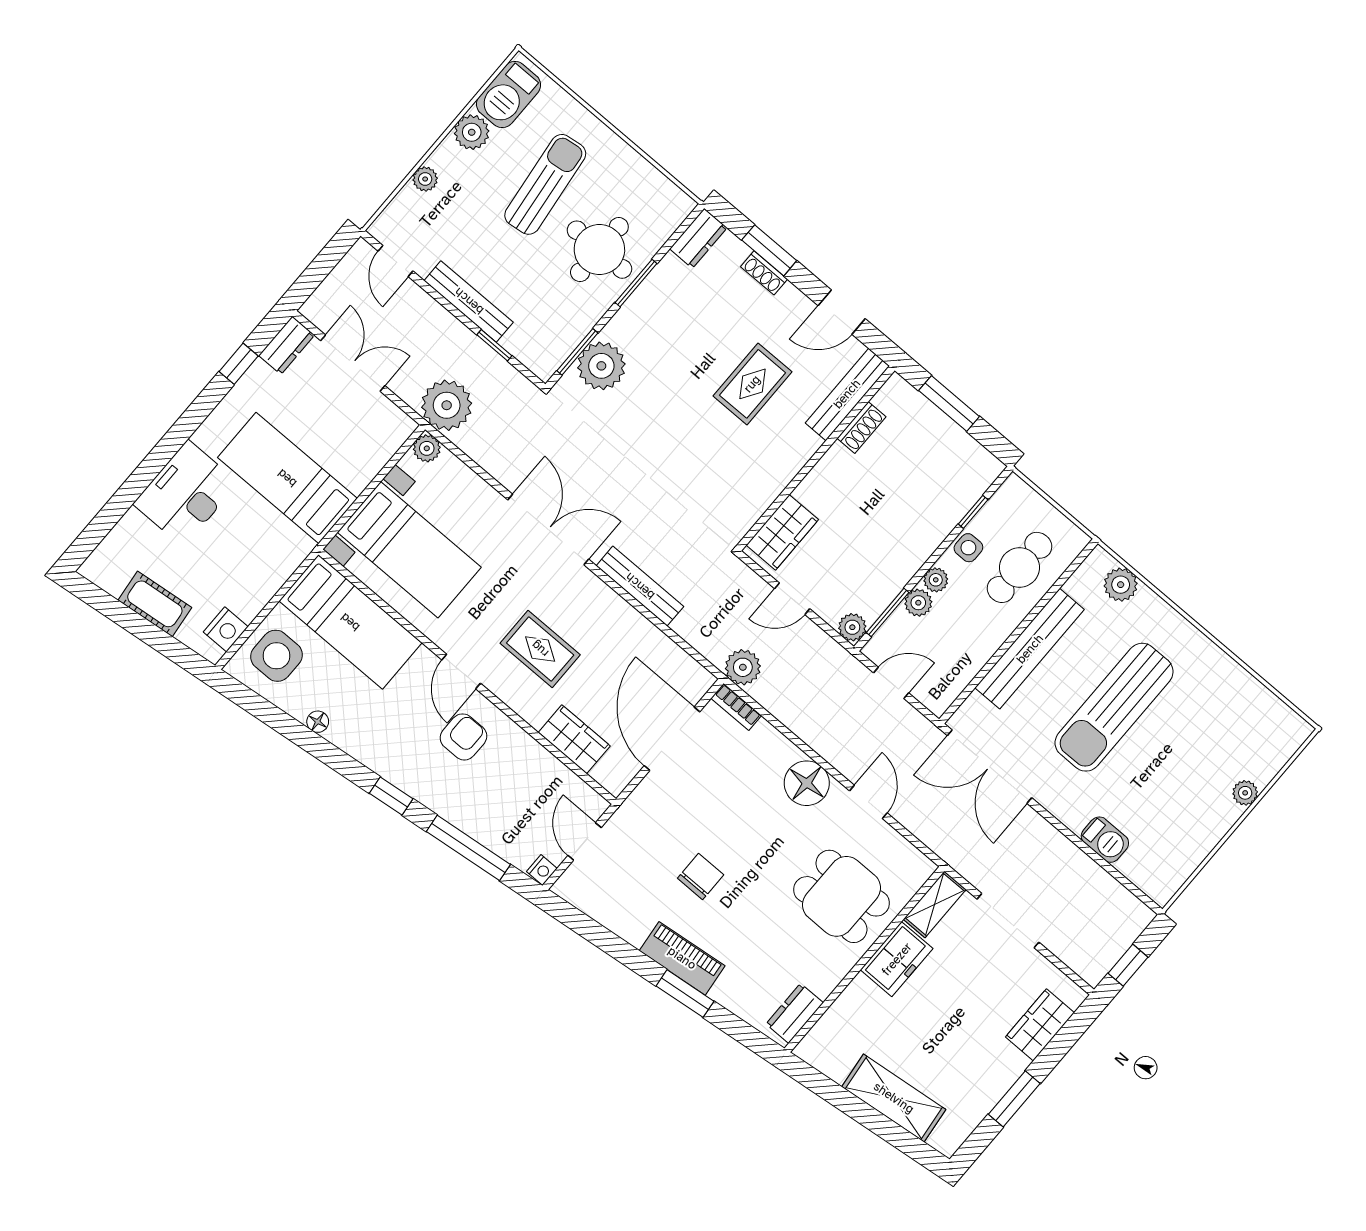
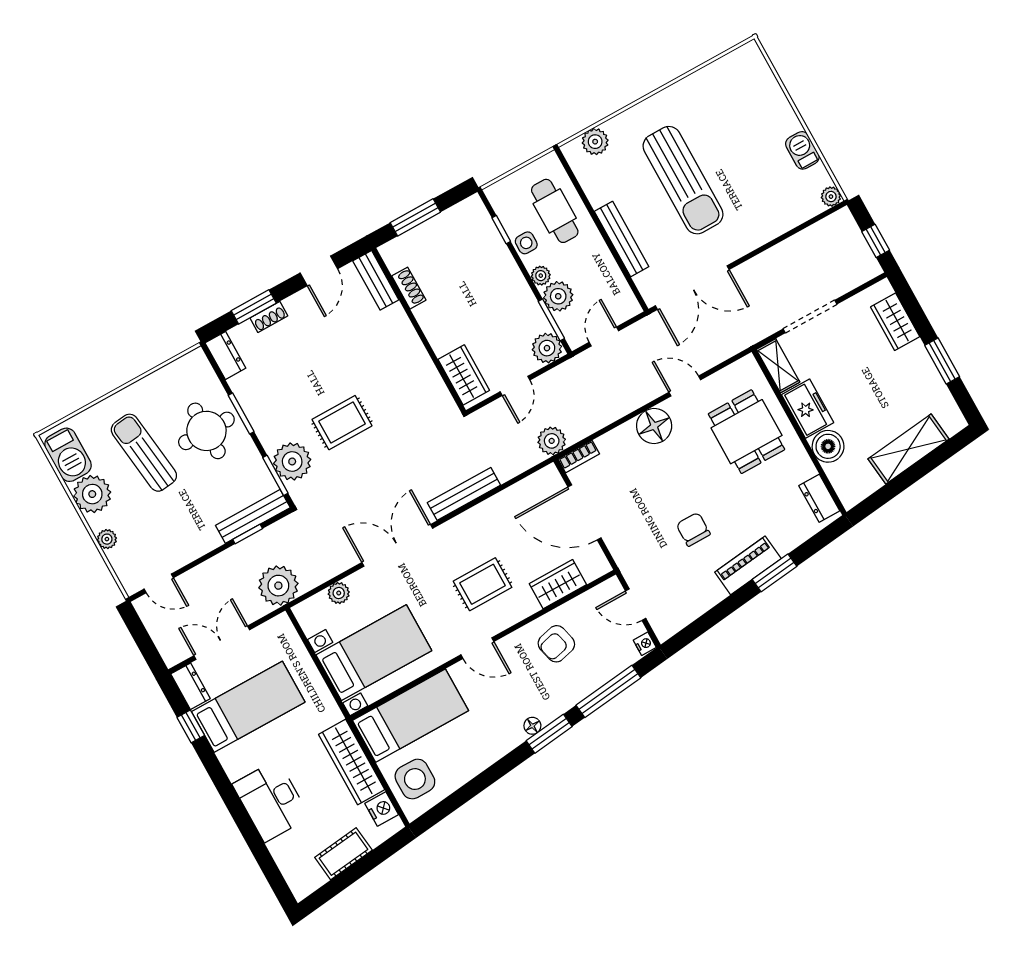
plant: (472, 132) -> (92, 494), width x1.36, depth x1.36
bench: (469, 301) -> (253, 516), moved
rug: (752, 384) -> (342, 423), moved, turned 90
bench: (847, 394) -> (376, 280), width x0.73
plant: (427, 448) -> (339, 593), moved
bed: (287, 478) -> (248, 707), moved, turned 180
wardrobe: (268, 572) -> (352, 762), added
plant: (918, 603) -> (558, 296), width x1.38, depth x1.38
plant: (852, 627) -> (547, 348), width x1.38, depth x1.38
bench: (1030, 649) -> (622, 239), width x0.73, depth x0.82
floor lamp: (318, 722) -> (532, 726), moved
armchair: (463, 737) -> (556, 644), moved, turned -104
plant: (1245, 793) -> (831, 197), moved
window: (391, 796) -> (549, 734), width x1.50
barbecue: (1105, 840) -> (802, 150), moved, turned -90
dining table: (842, 896) -> (746, 432), turned 90
boiler: (861, 1001) -> (828, 446), added

